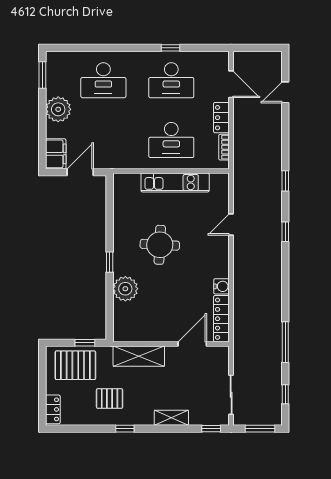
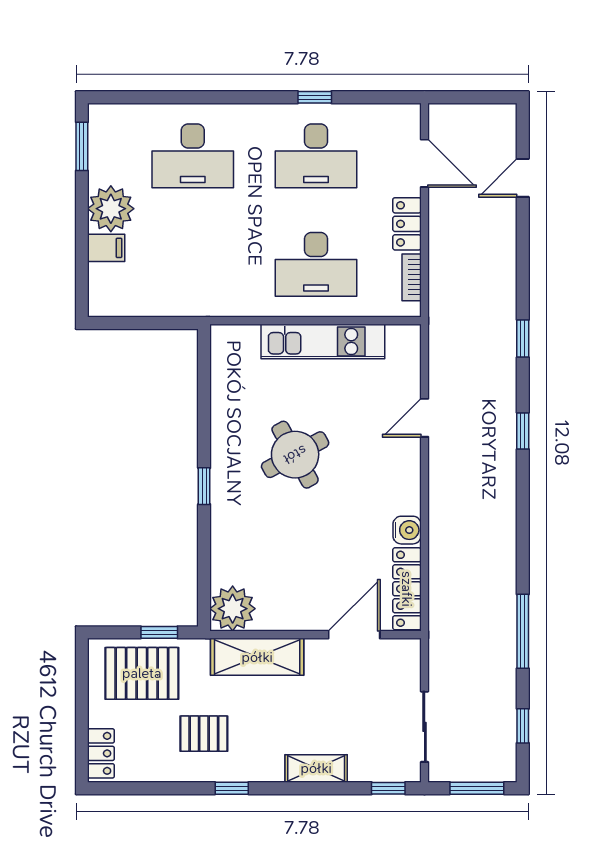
filing cabinet: (56, 154) -> (106, 248), moved, width x0.50
door: (80, 172) -> (151, 323), removed
round table: (160, 245) -> (295, 455), turned -32
plant: (125, 289) -> (233, 609), moved

